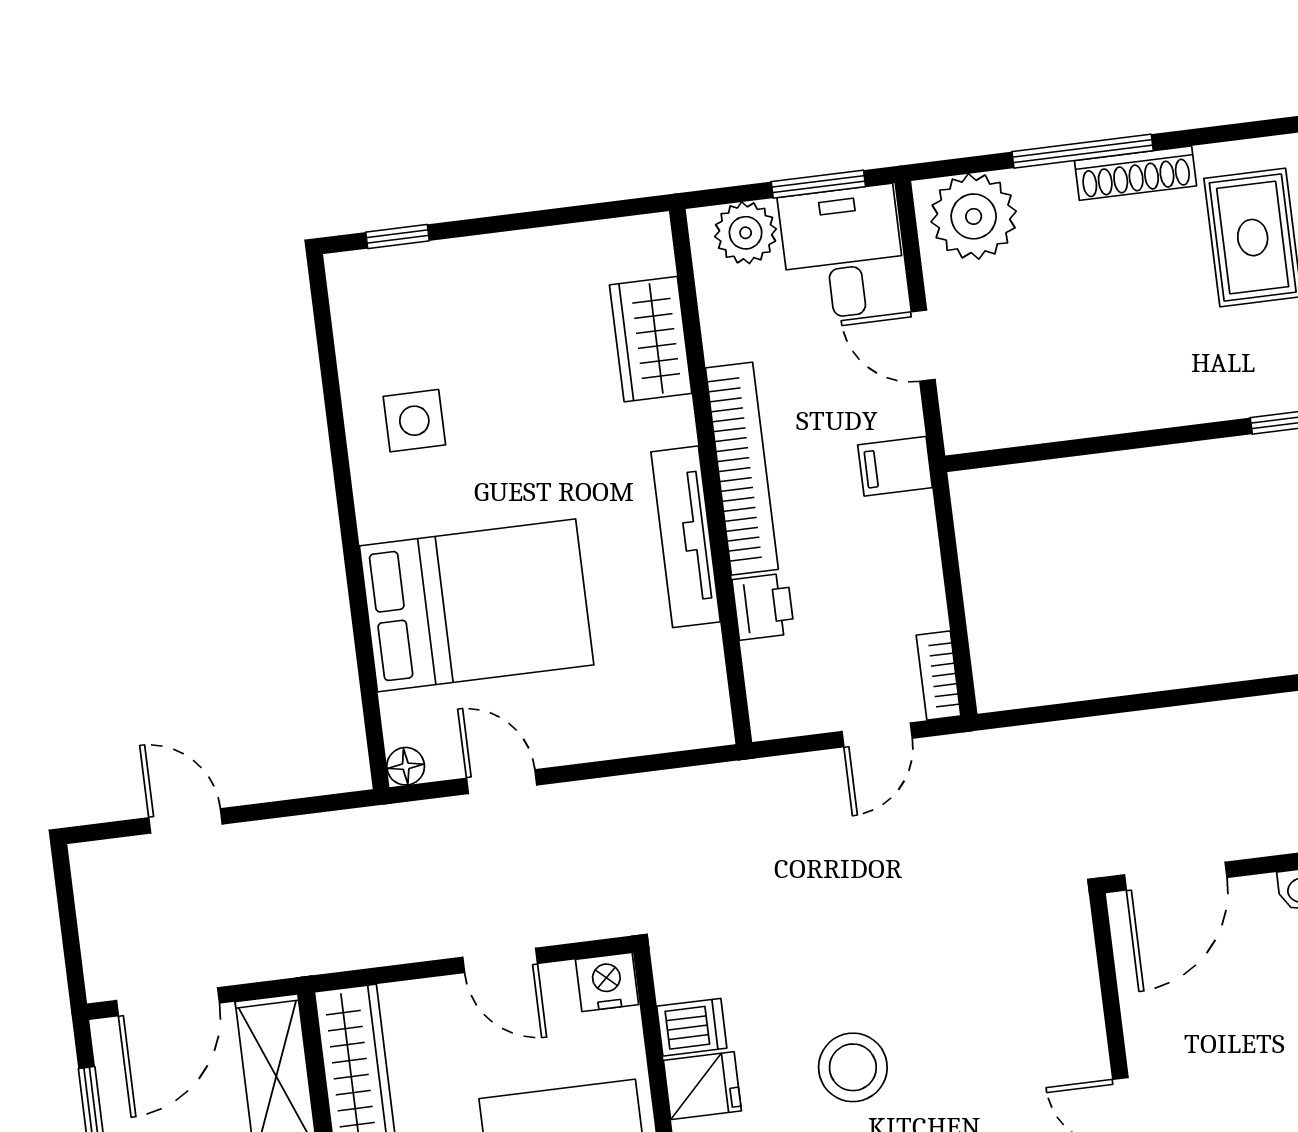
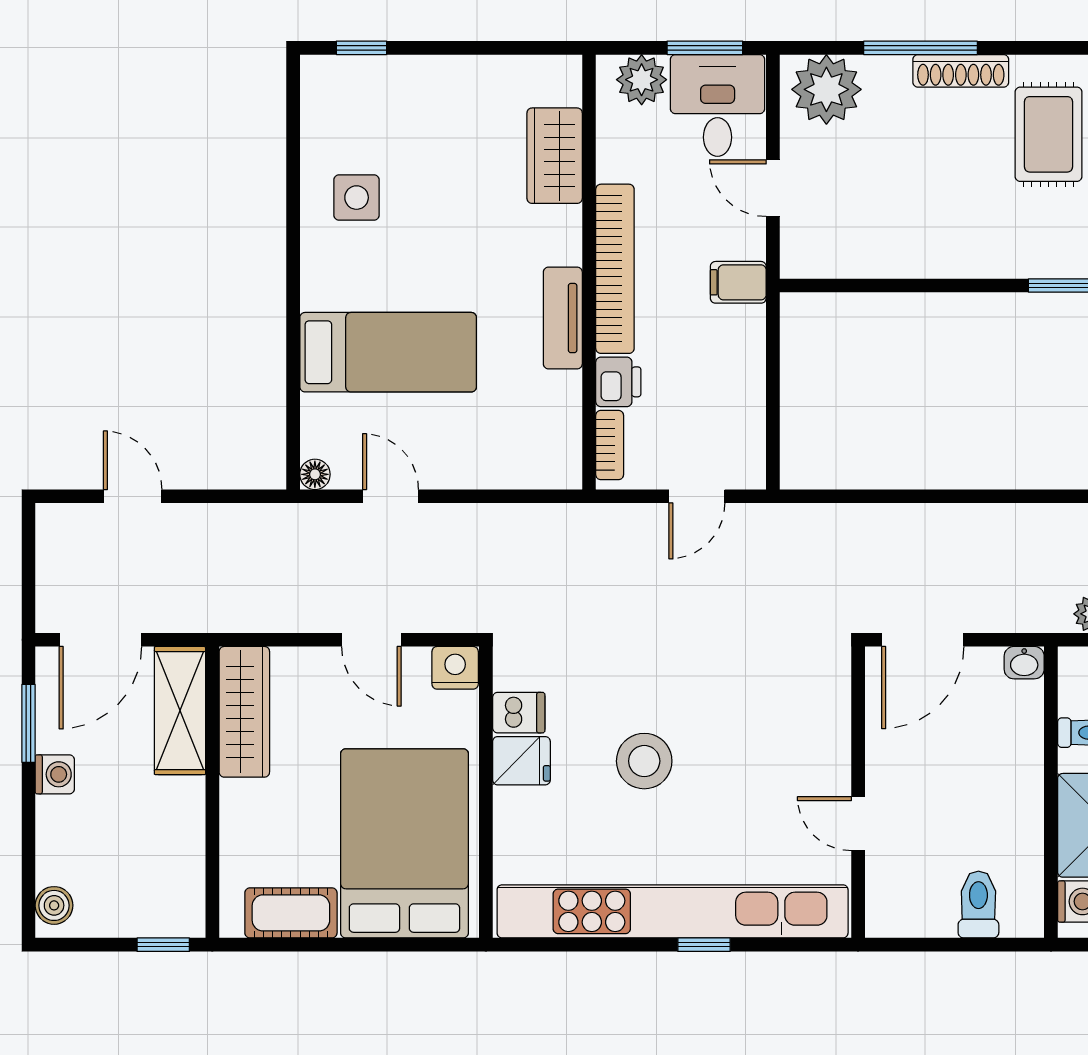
tv unit: (686, 537) -> (563, 318), width x0.71
bed: (477, 605) -> (388, 352), width x0.67
bookcase: (939, 676) -> (610, 445), moved, turned 180

